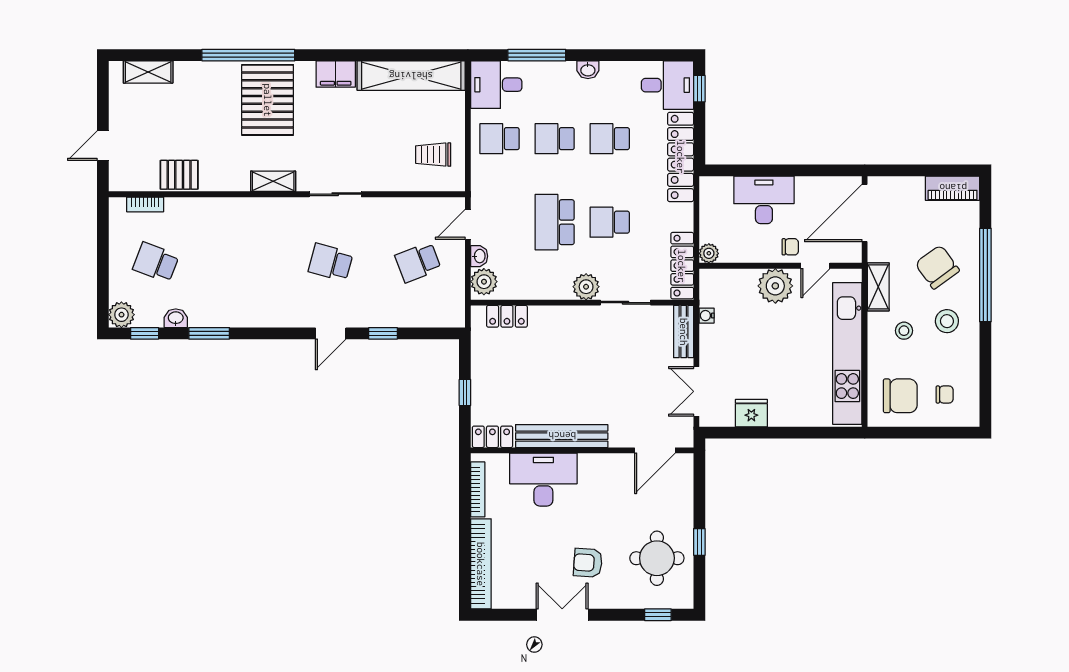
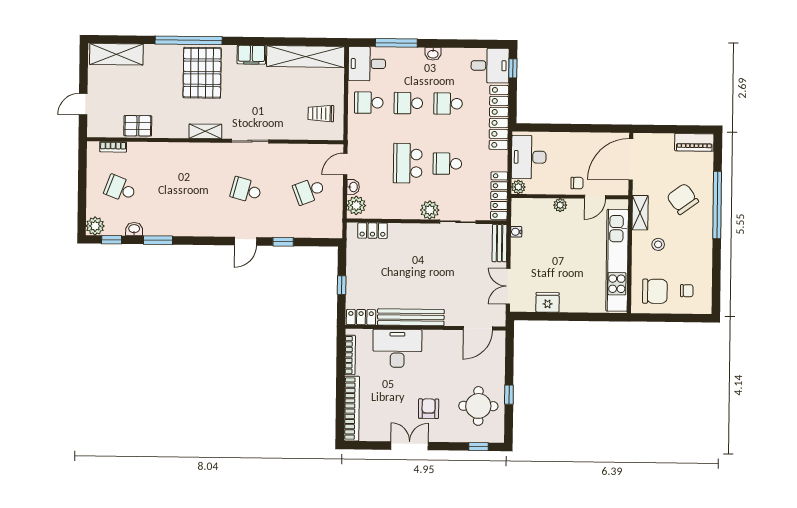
shelving: (148, 72) -> (116, 54), width x1.50, depth x1.33
desk: (764, 200) -> (529, 157), moved, turned -90
plant: (775, 286) -> (560, 205), width x0.53, depth x0.53
stool: (947, 321) -> (689, 238), removed
armchair: (588, 563) -> (429, 409), turned 86

